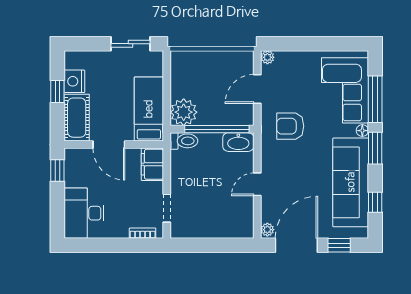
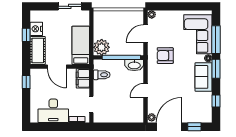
toilet: (184, 141) -> (102, 75), moved
sofa: (351, 182) -> (204, 77), width x0.54, depth x0.79
desk: (84, 213) -> (53, 111), moved, turned -90

